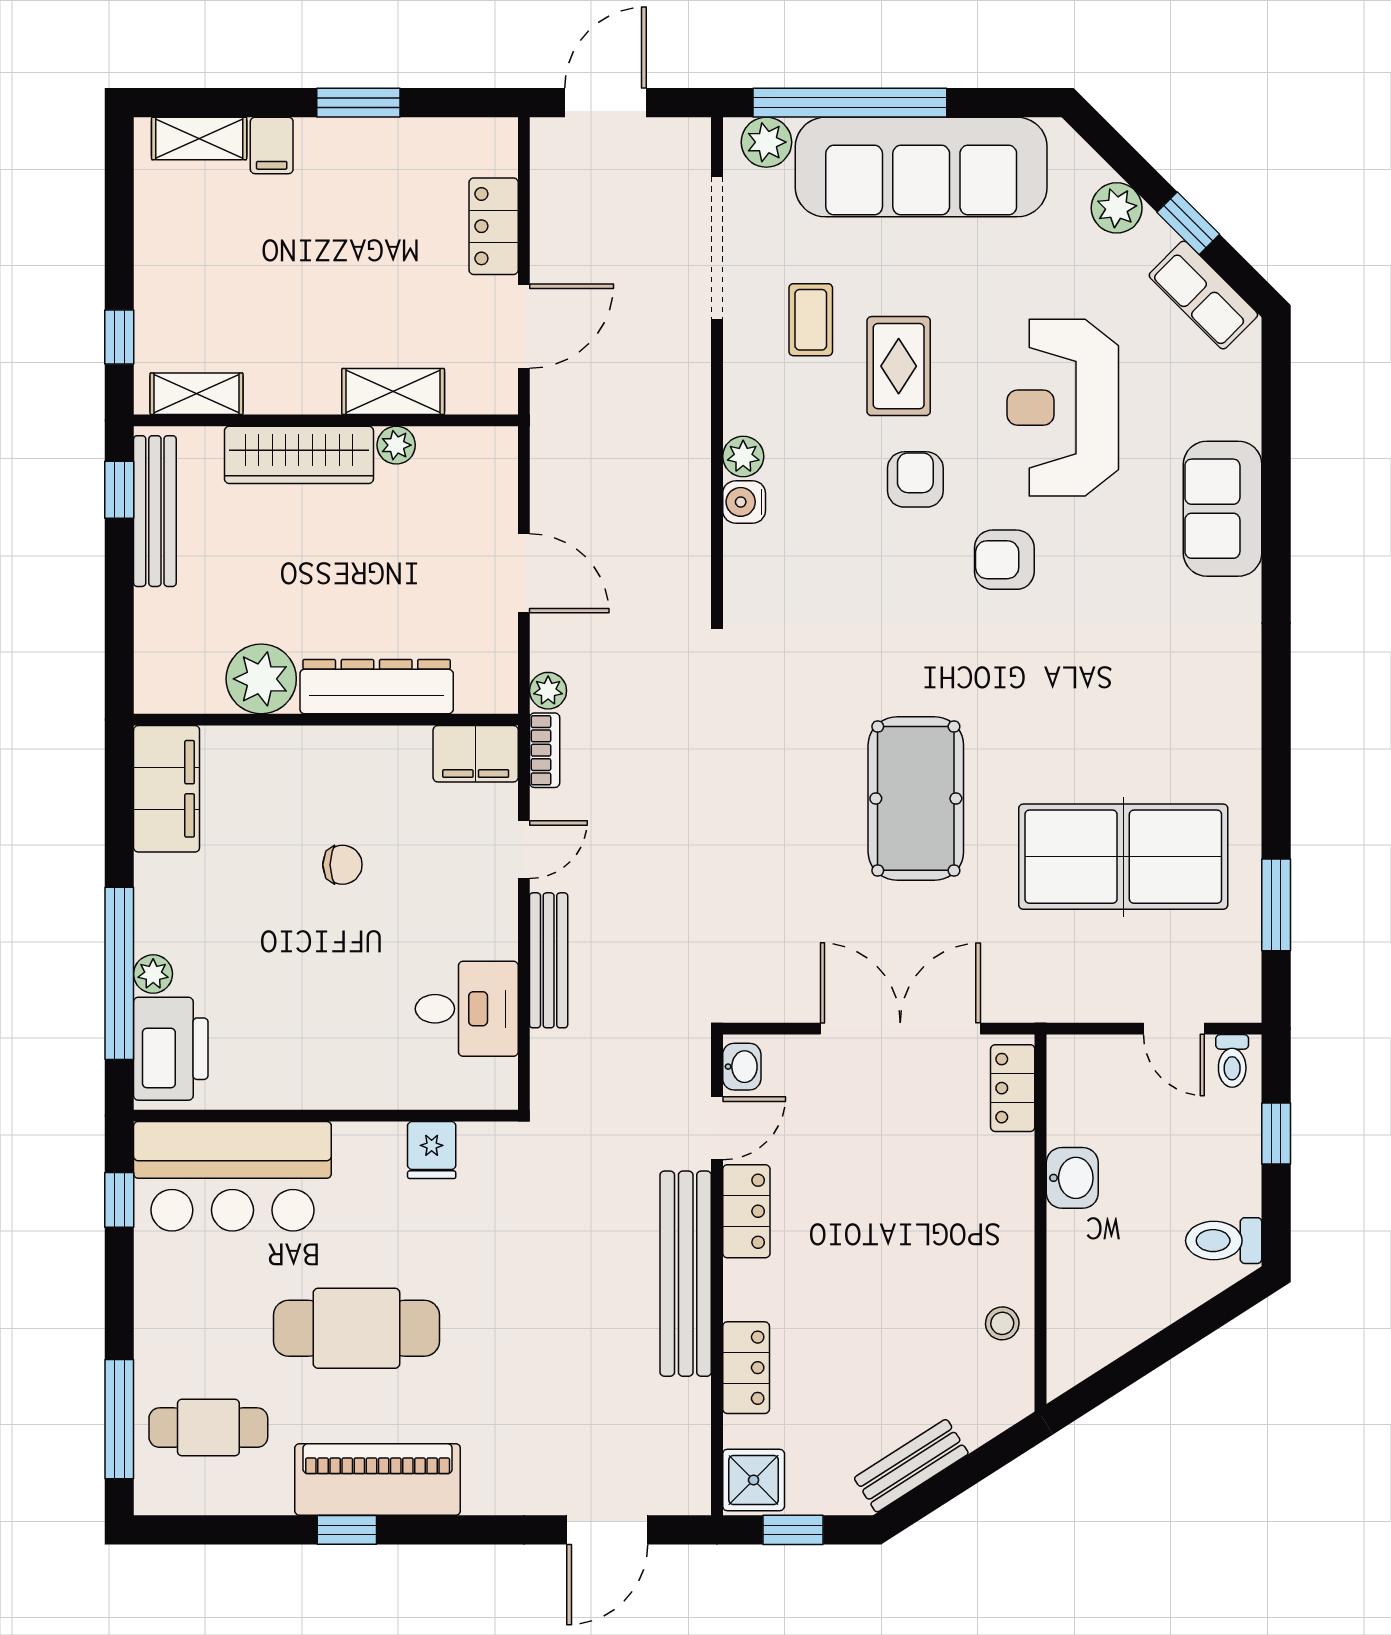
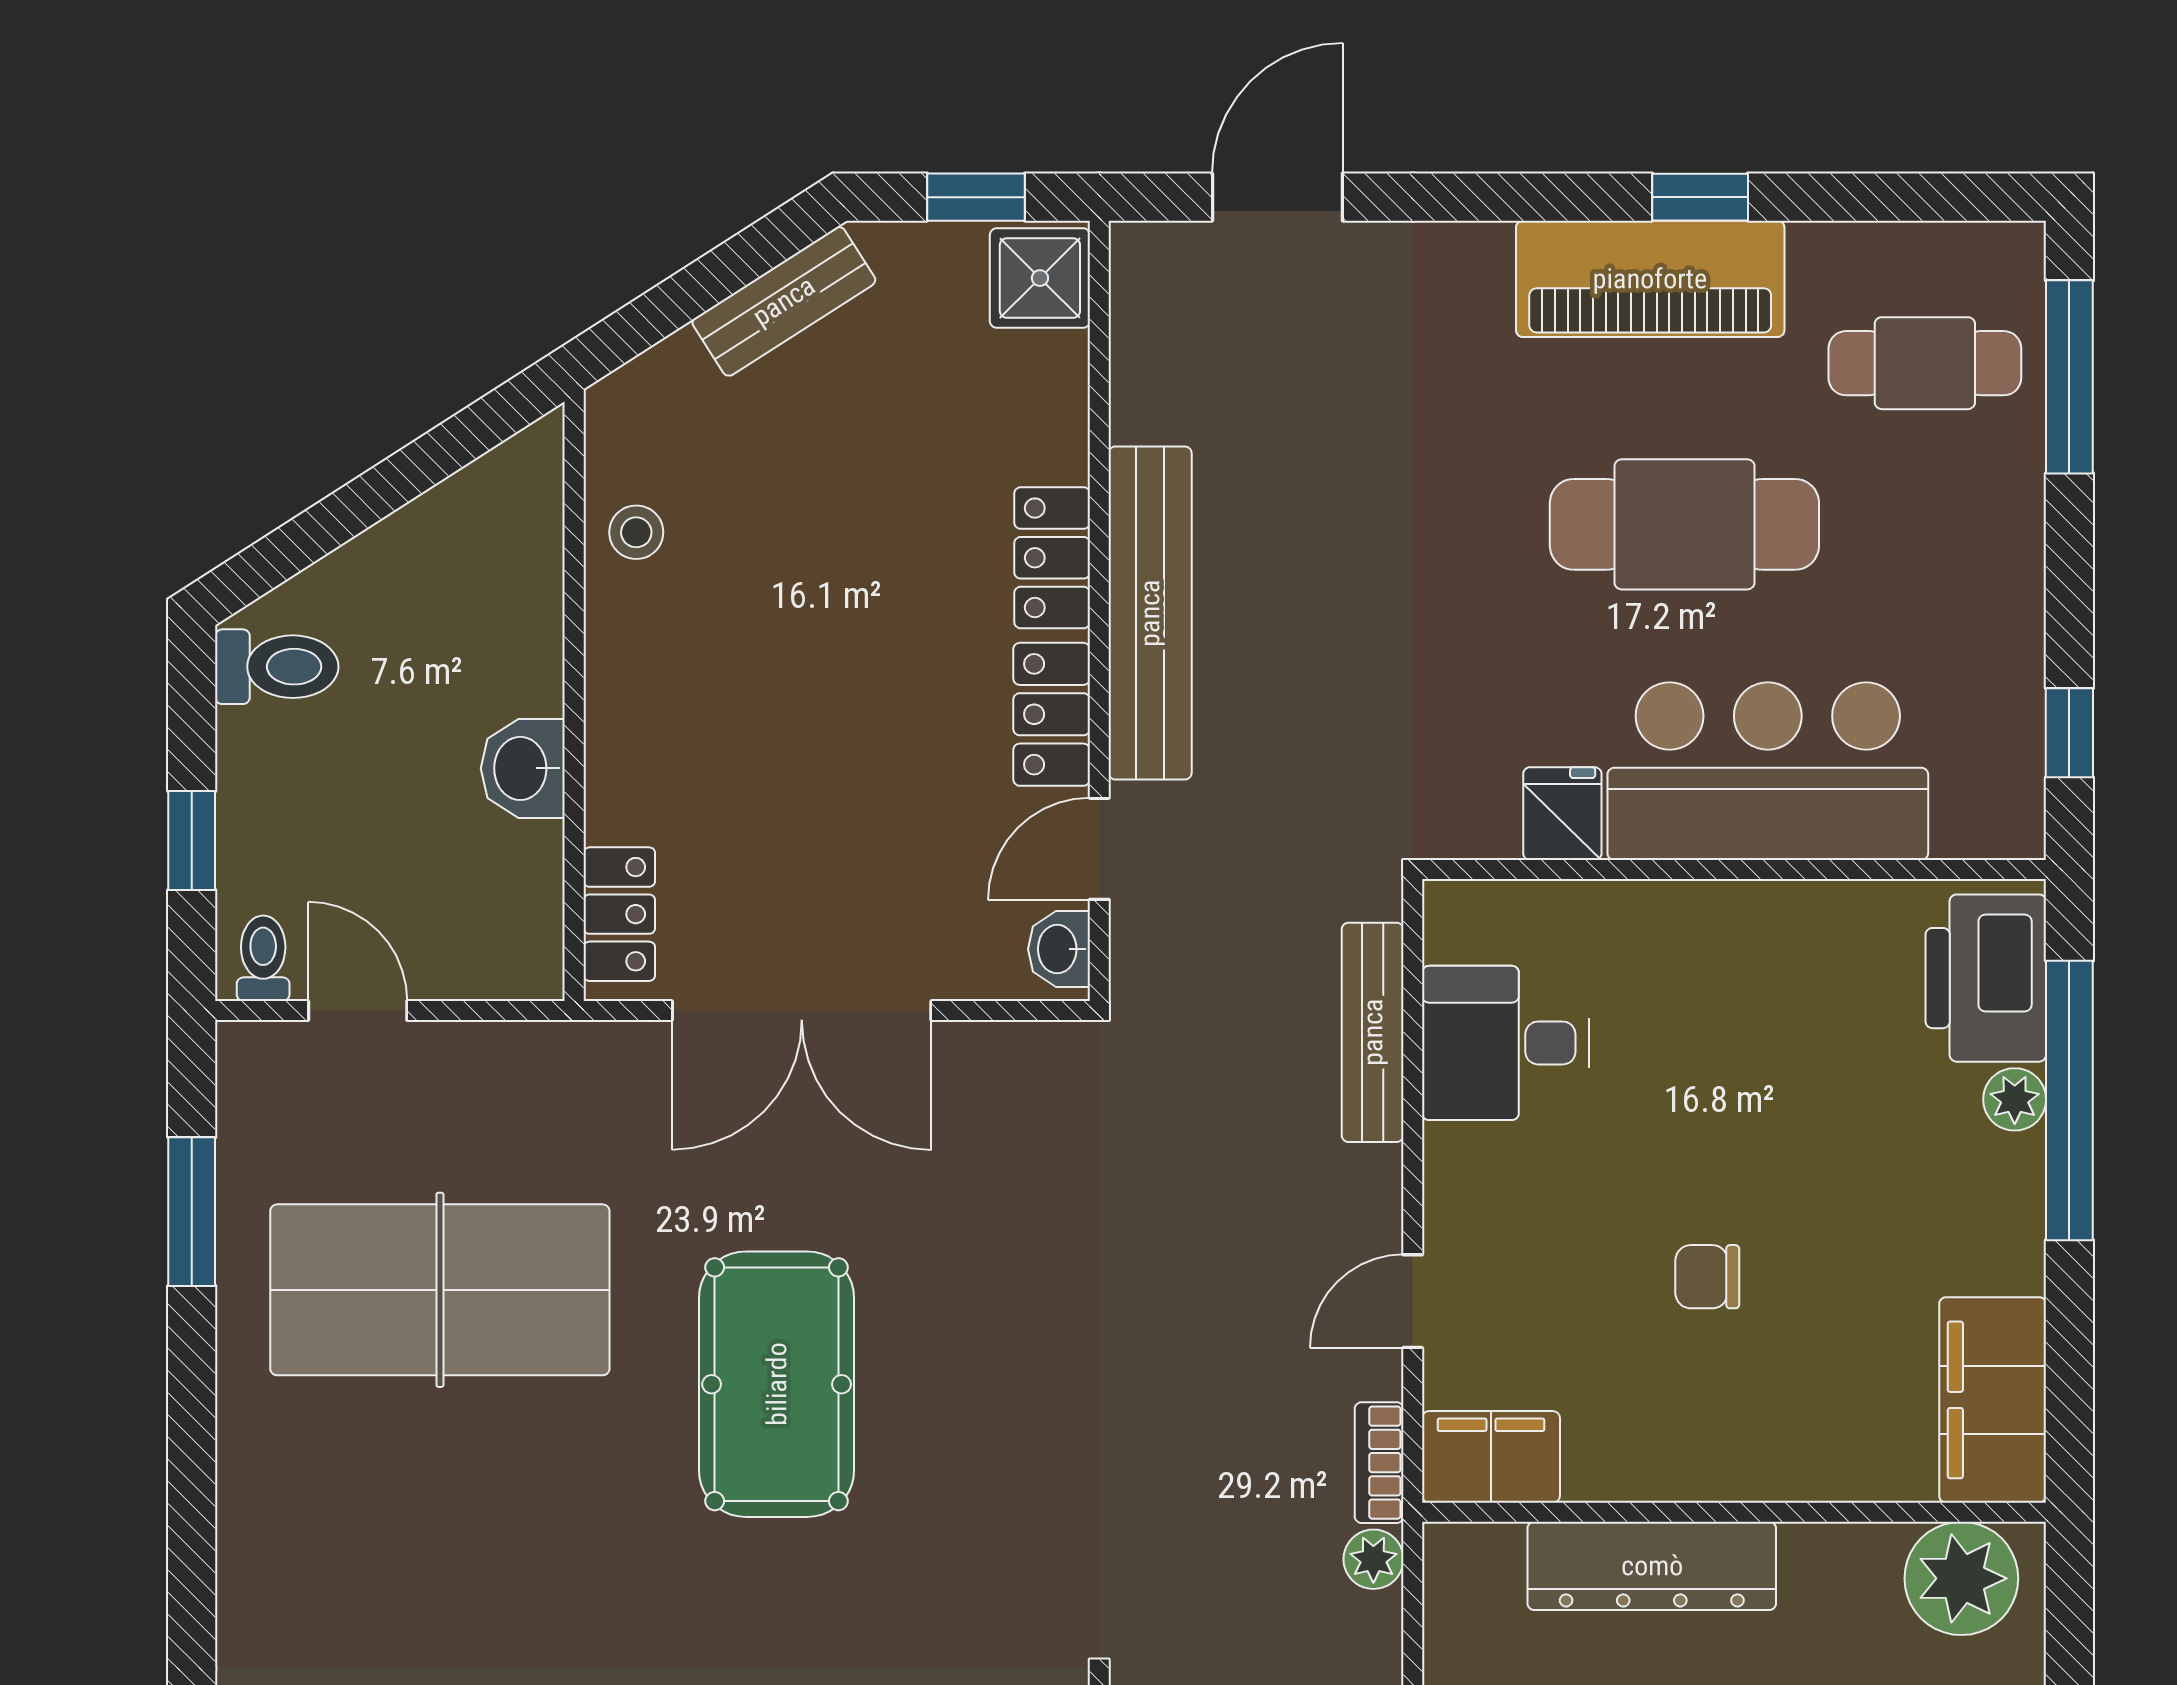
plant: (261, 679) -> (1961, 1578), moved
bench: (549, 960) -> (1373, 1032), moved
bar counter: (232, 1176) -> (1768, 771), moved
locker: (746, 1368) -> (1052, 558), moved

